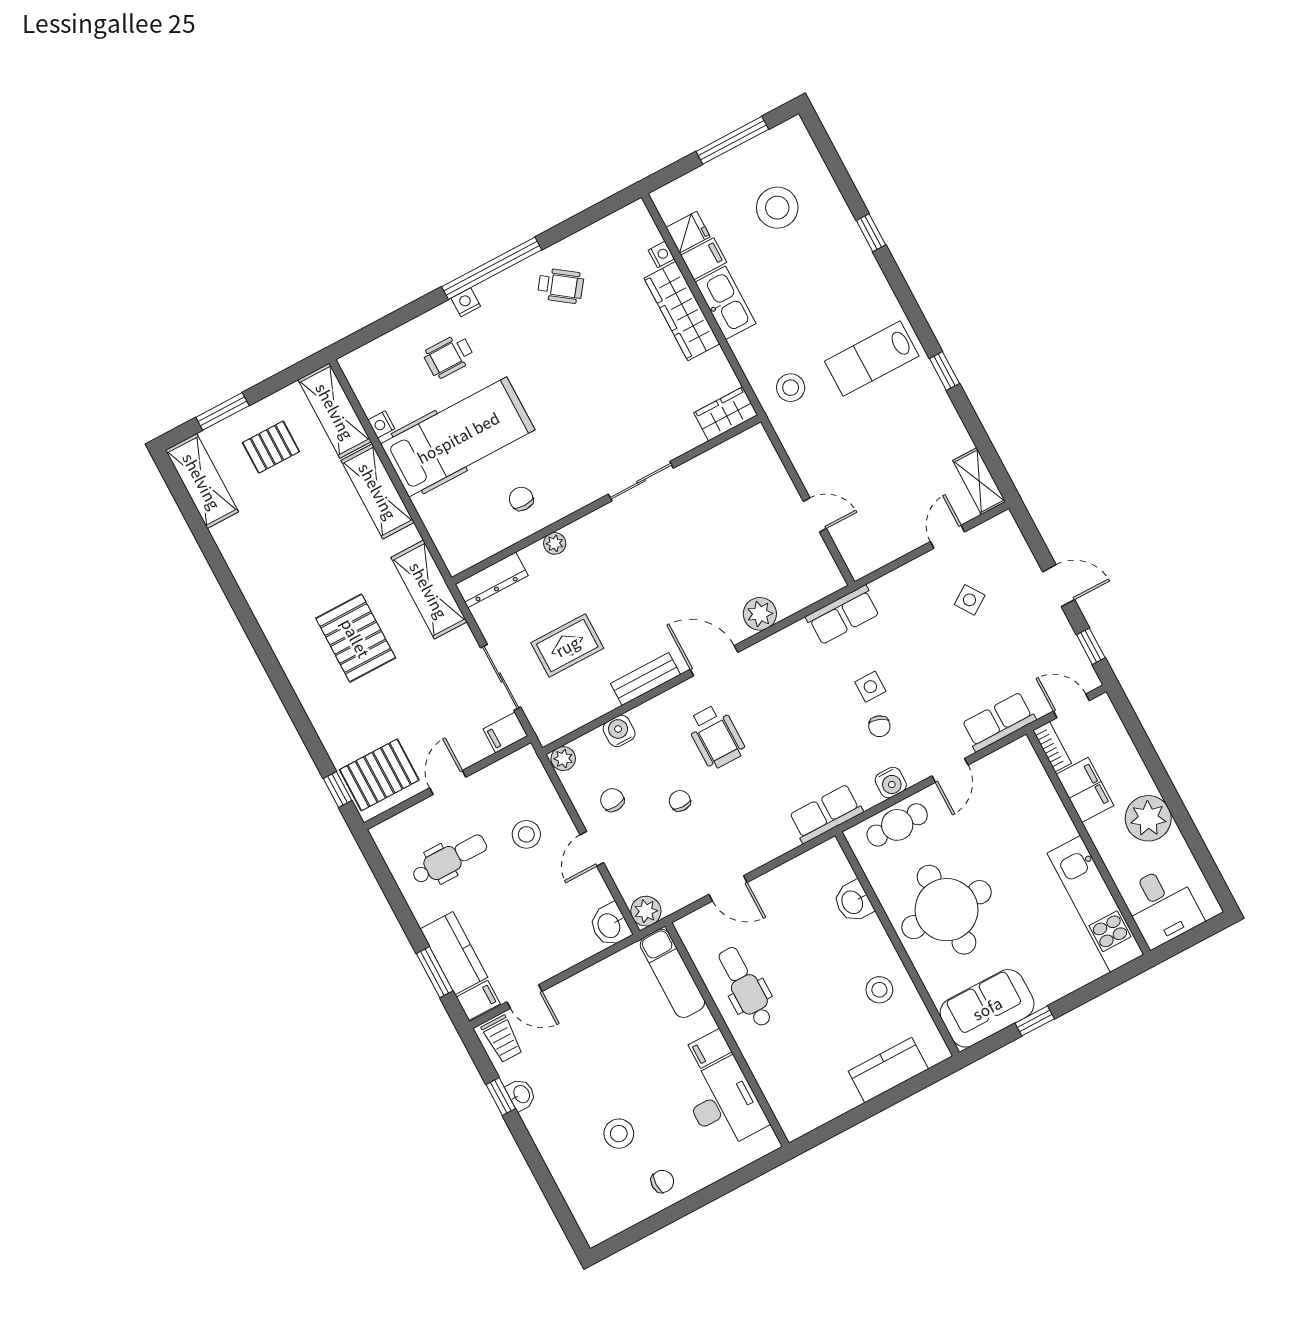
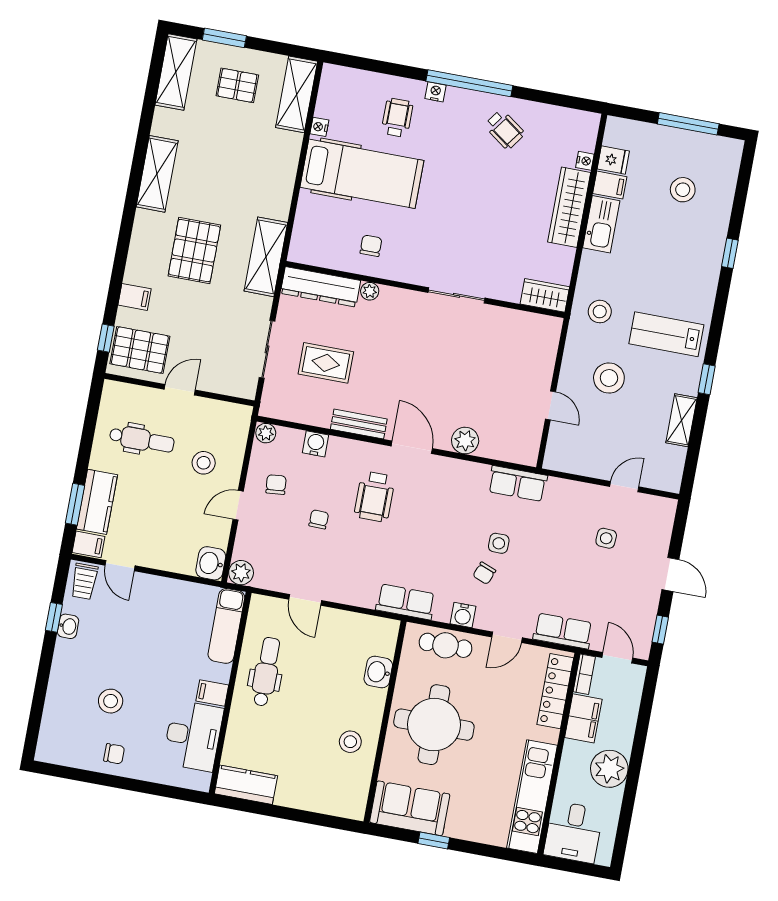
stool: (777, 208) -> (683, 190), width x0.73, depth x0.73
wheelchair: (449, 356) -> (397, 118), turned 90
stool: (850, 444) -> (609, 378), added
shelving: (979, 481) -> (681, 420), moved
shelving: (378, 491) -> (157, 174), moved
dresser: (492, 580) -> (320, 287), width x1.37, depth x1.24
side table: (970, 600) -> (606, 538), turned 37
filing cabinet: (505, 732) -> (135, 297), moved, turned 180
locker: (1037, 785) -> (555, 691), added
kitchen counter: (888, 1070) -> (246, 785), moved

